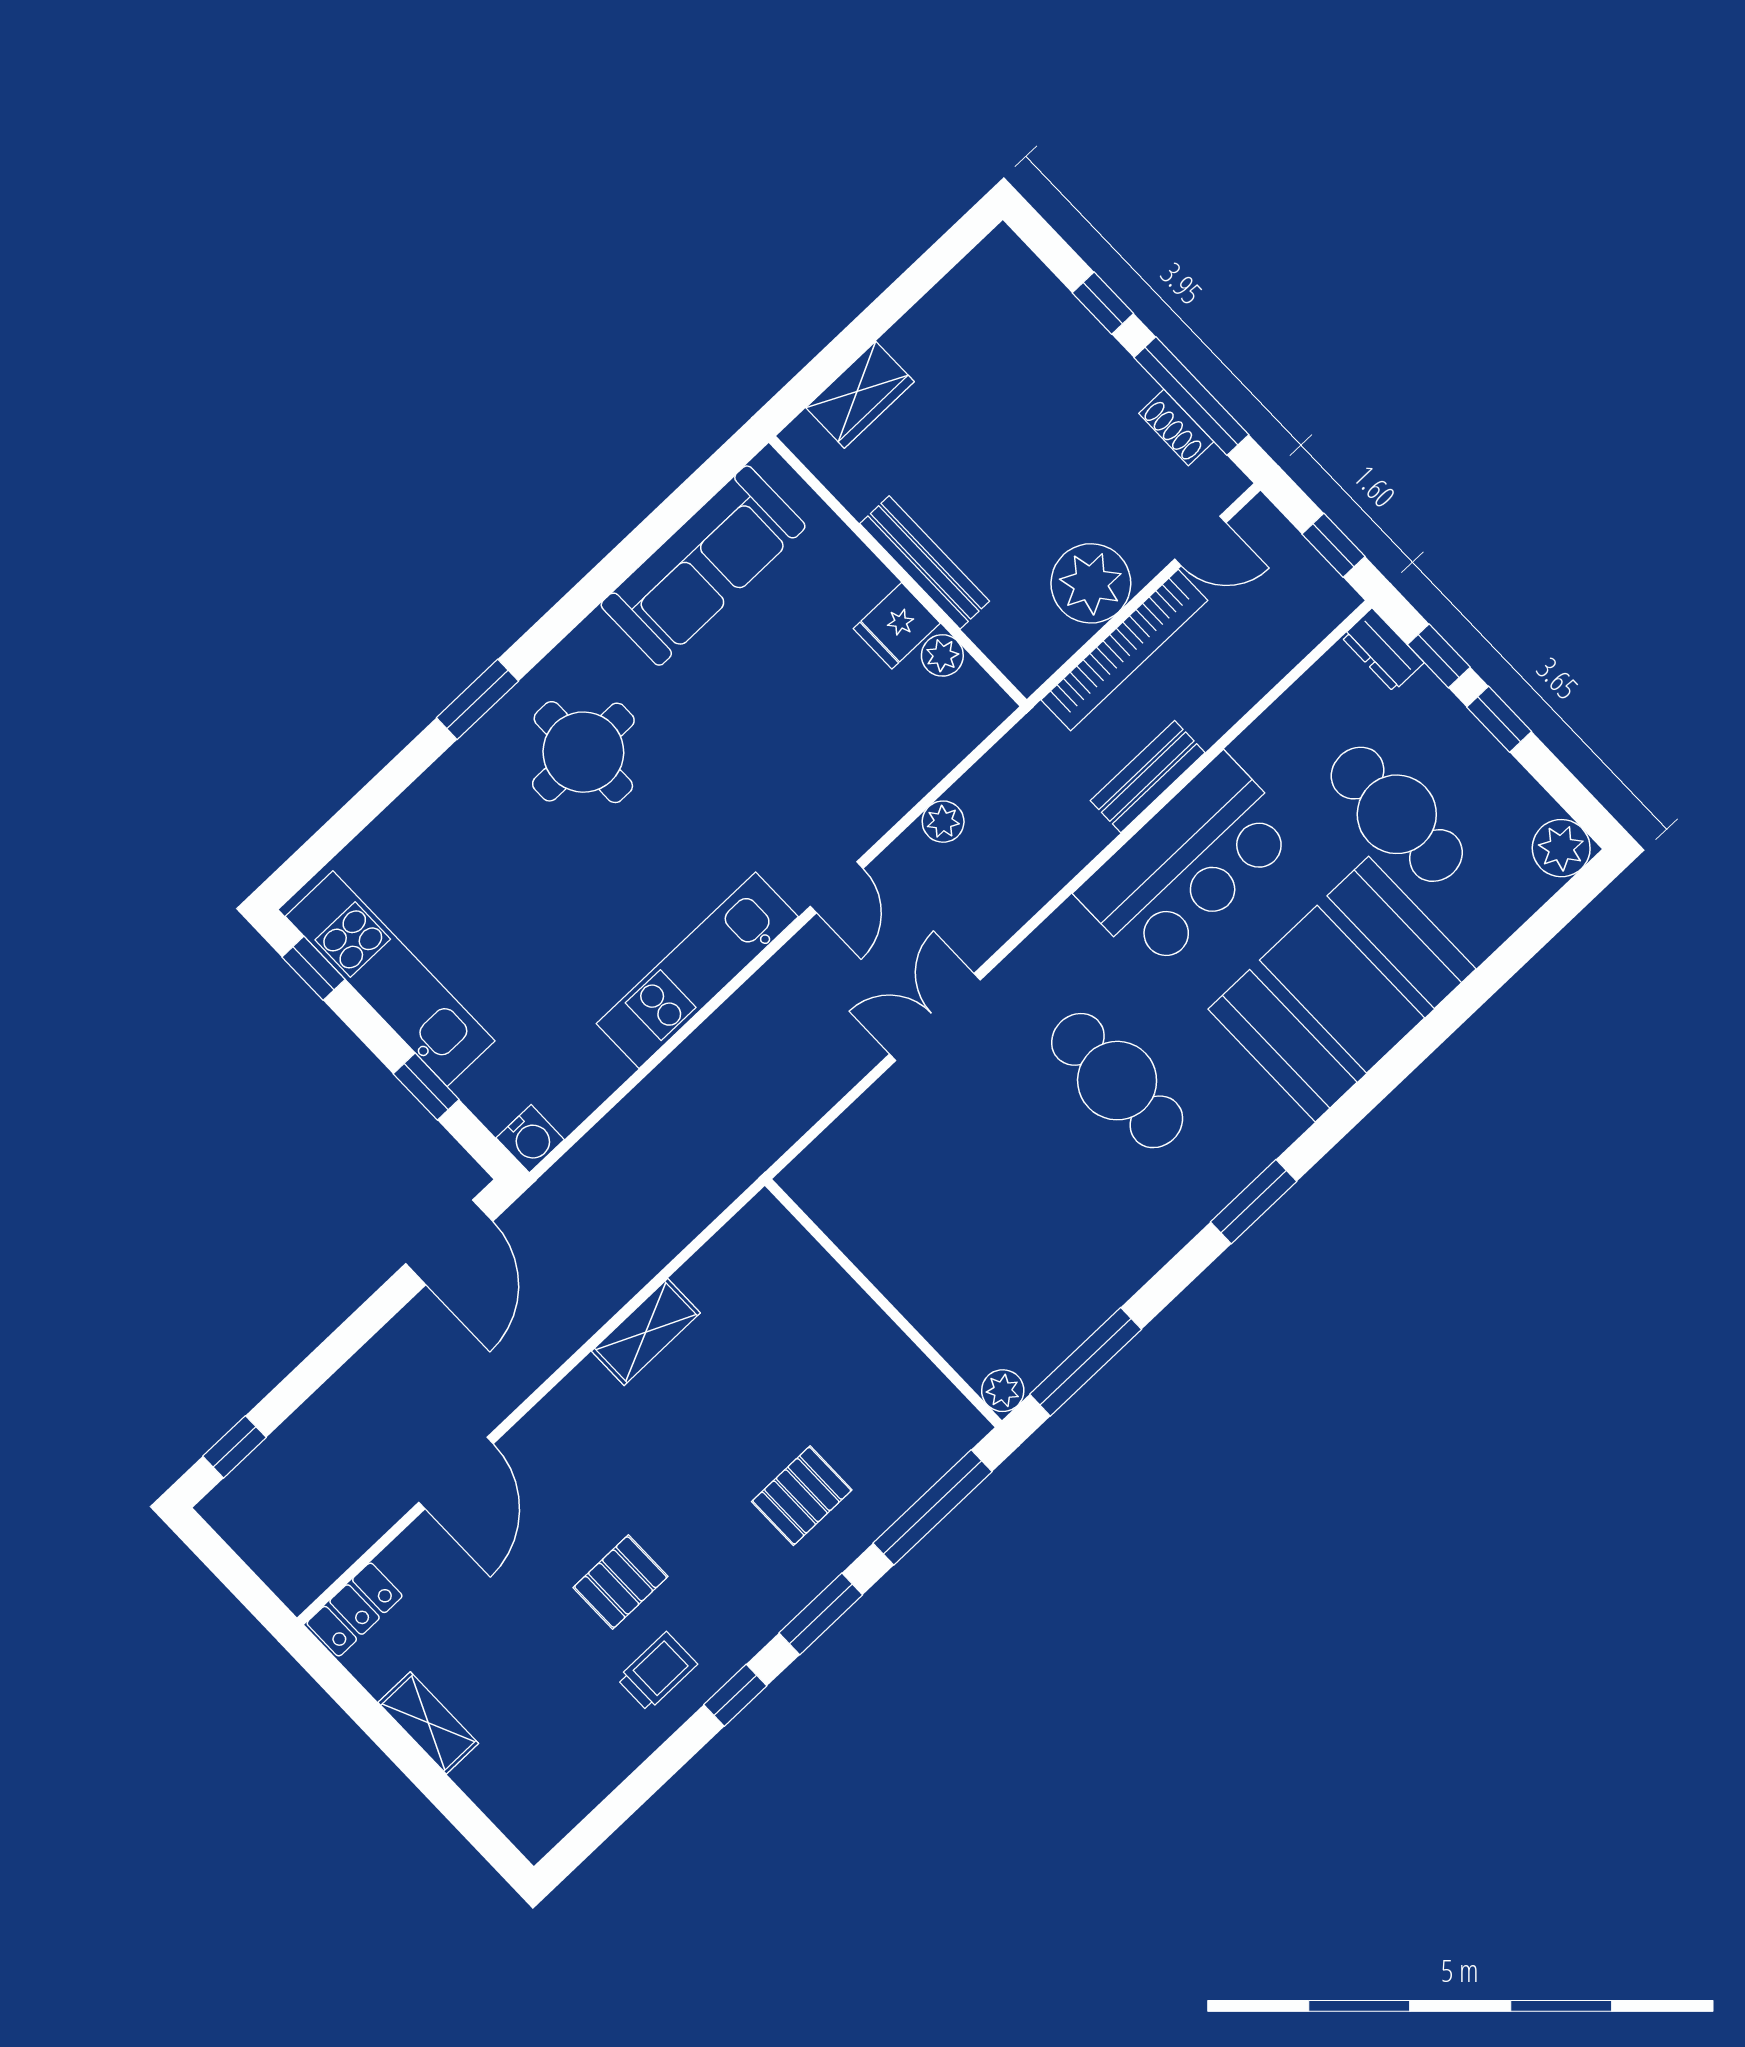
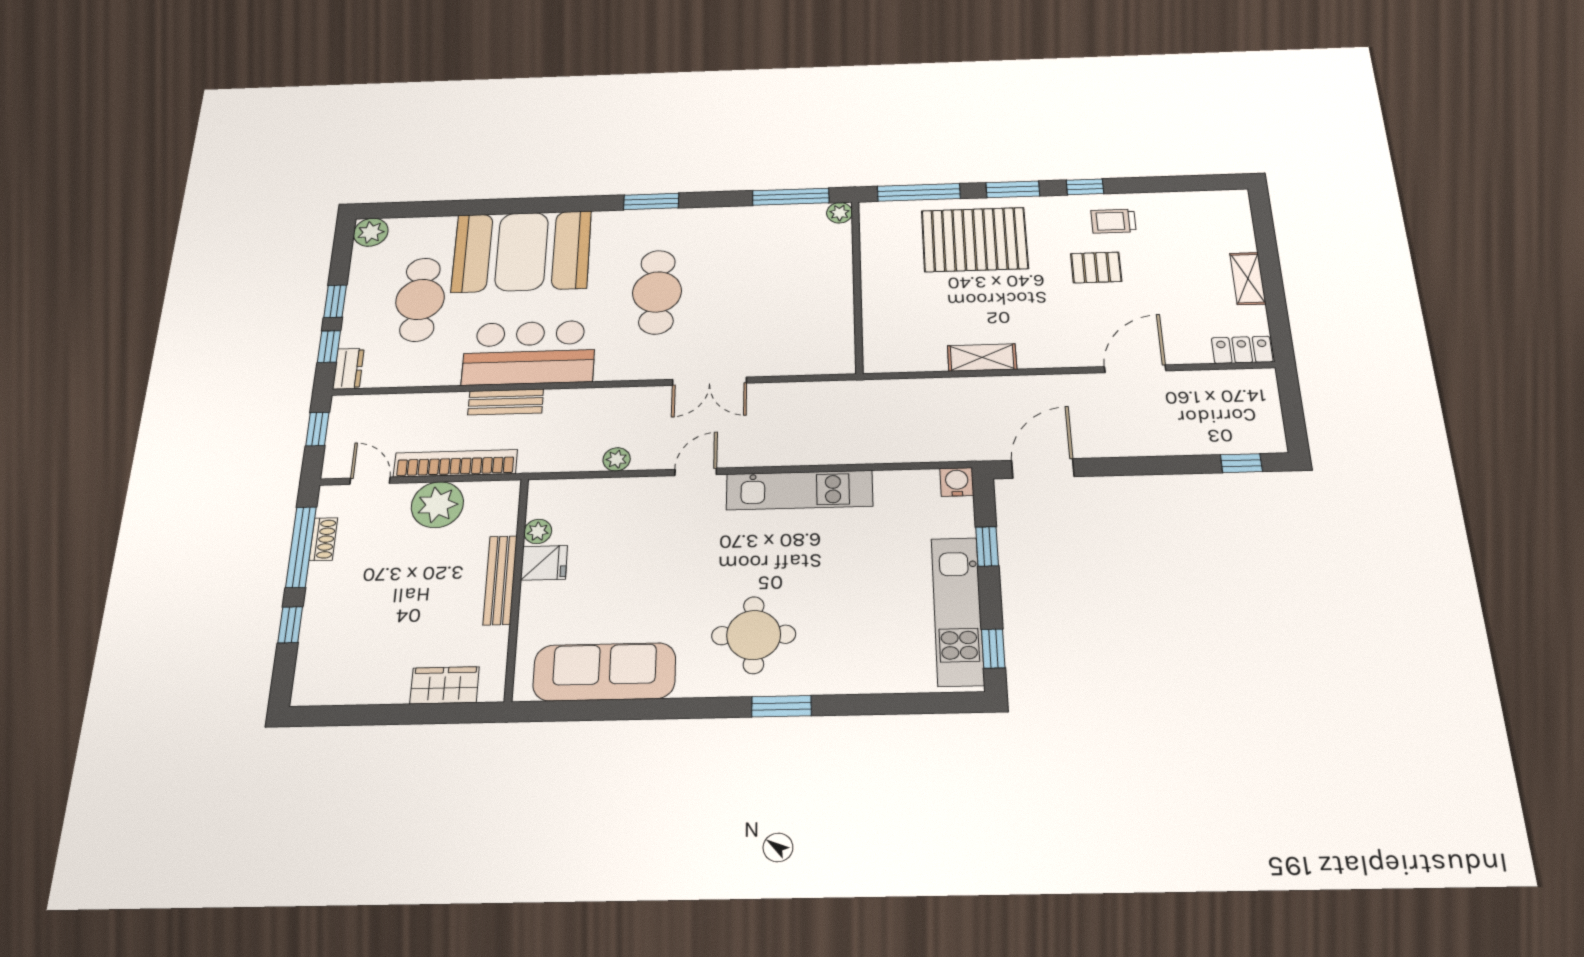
pallet: (802, 1496) -> (975, 240), width x2.05, depth x2.00

